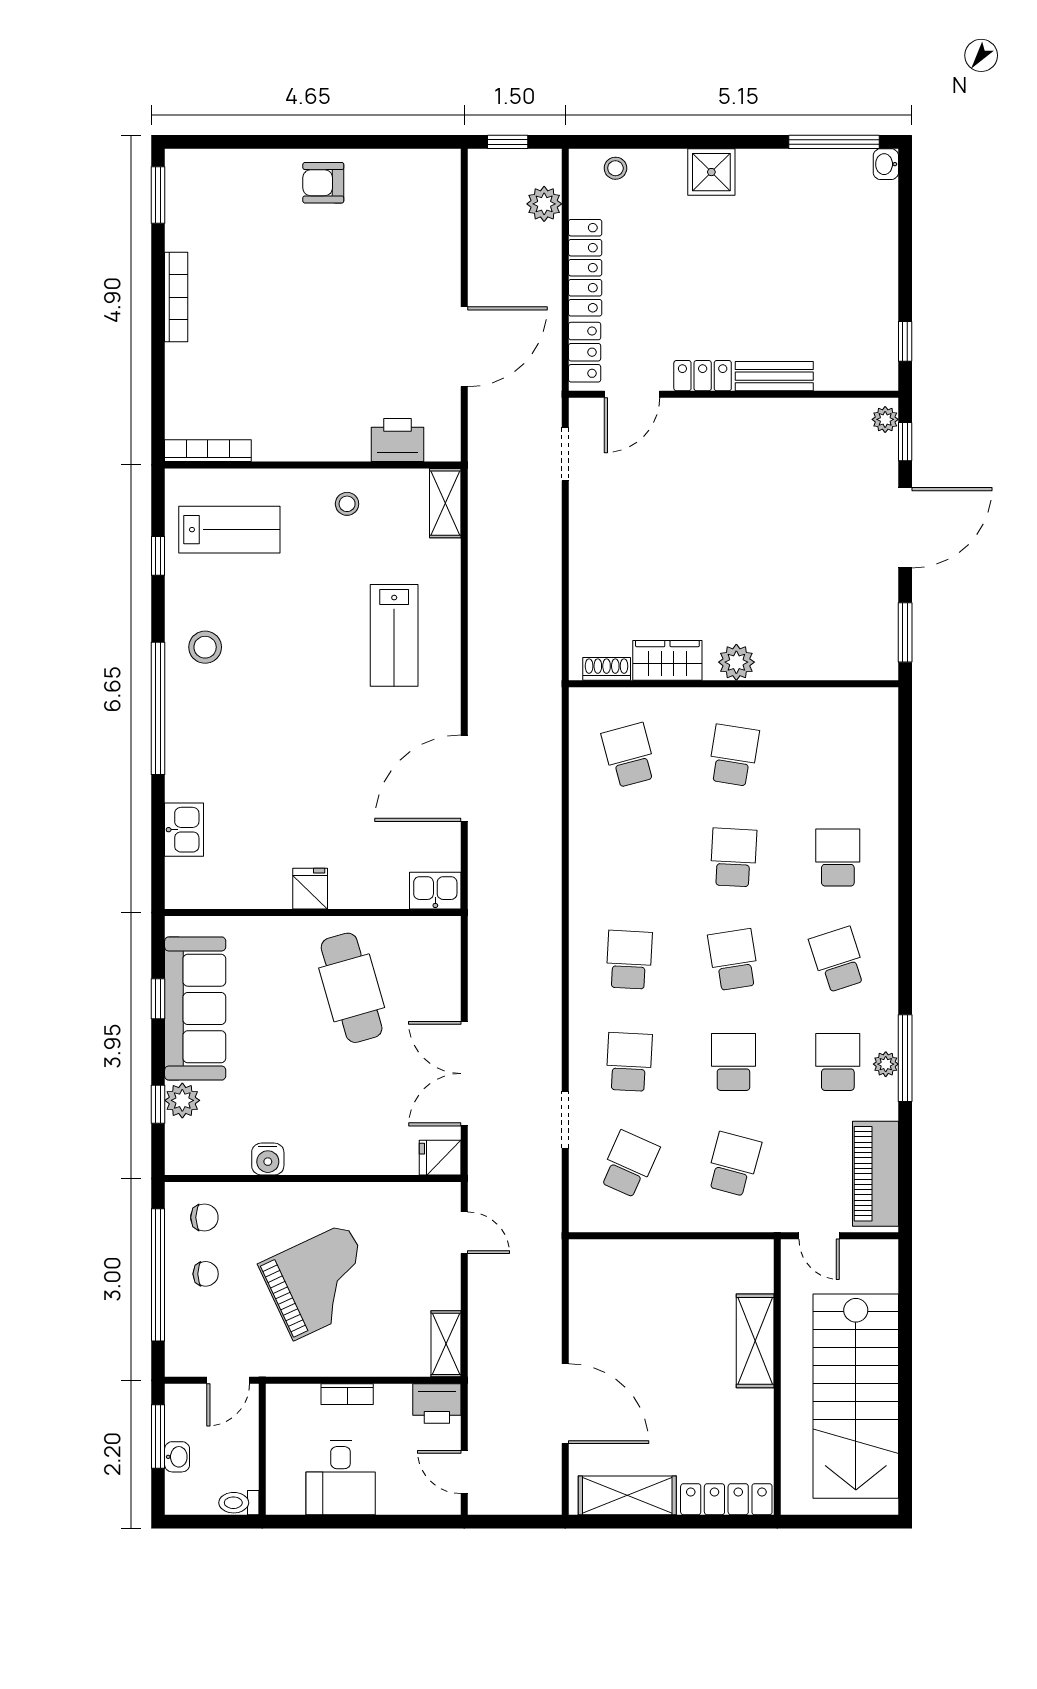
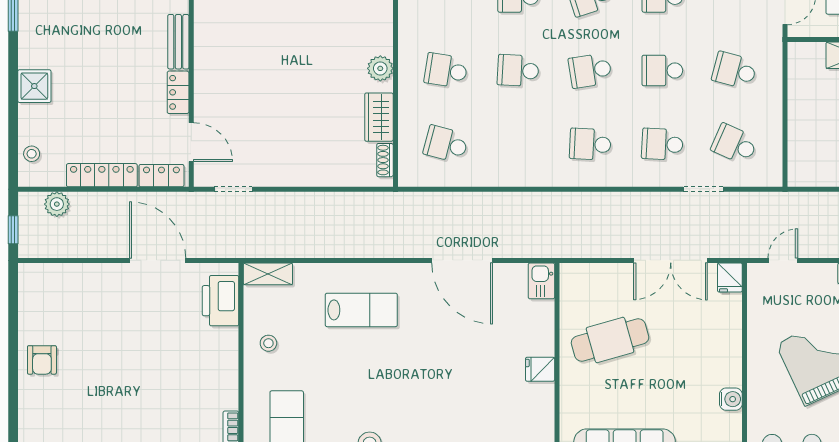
printer: (398, 440) -> (220, 301), width x1.37, depth x1.19
school desk: (629, 755) -> (446, 144), turned 30

